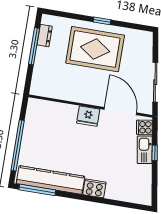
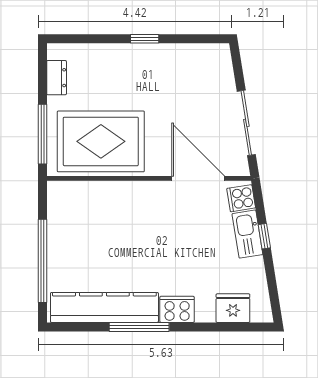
window: (34, 46) -> (43, 134), moved
rug: (95, 49) -> (101, 141), moved
fridge: (88, 116) -> (233, 308), moved, turned 180
window: (37, 190) -> (139, 327), moved

